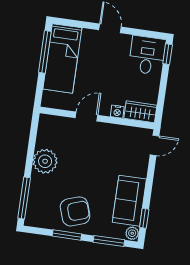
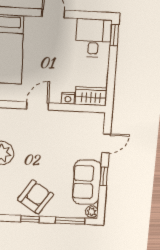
door: (155, 145) -> (106, 143), moved
armchair: (75, 211) -> (35, 197), turned -37
window: (144, 218) -> (104, 176), moved
window: (67, 235) -> (30, 219), width x0.67

